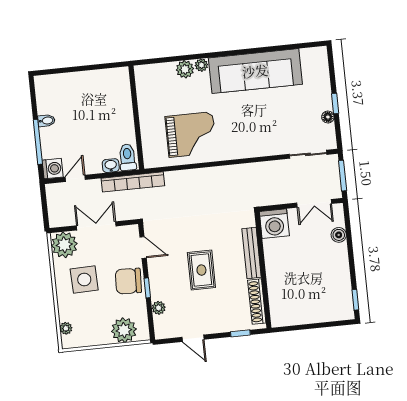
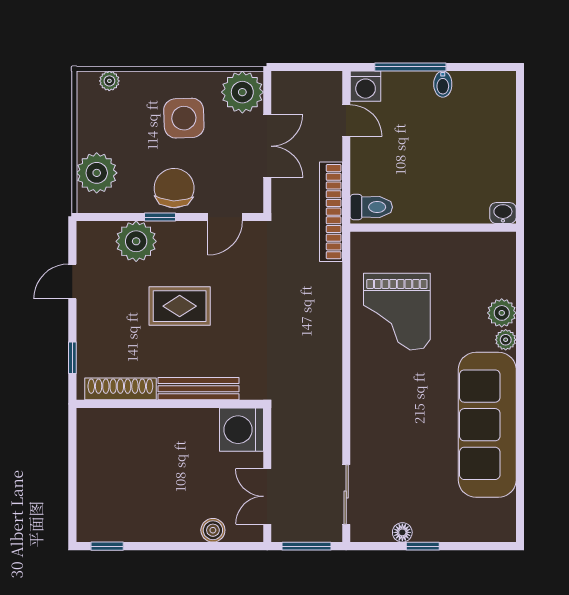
washbasin: (111, 166) -> (503, 213), moved, turned -90
plant: (159, 308) -> (136, 241), width x1.87, depth x1.87

